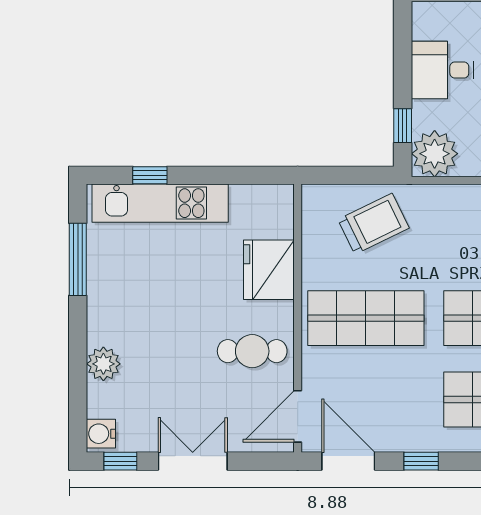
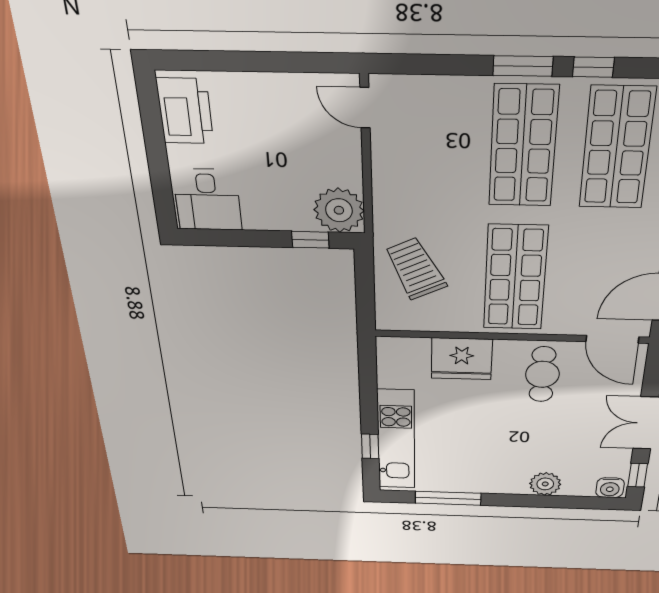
desk: (442, 70) -> (207, 200), moved

